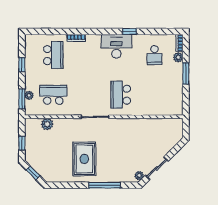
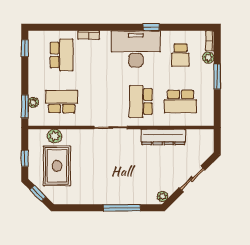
desk: (116, 46) -> (136, 49), width x1.36, depth x1.30
window: (22, 65) -> (25, 48), moved
school desk: (154, 95) -> (180, 102), added
dresser: (140, 125) -> (163, 137), added
rug: (84, 159) -> (57, 166), moved
sliding door: (157, 168) -> (192, 179), moved

